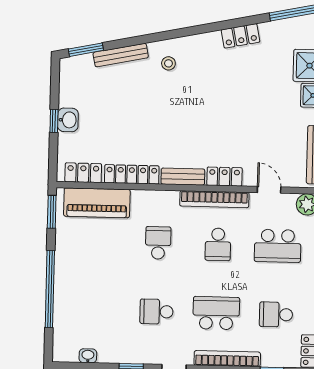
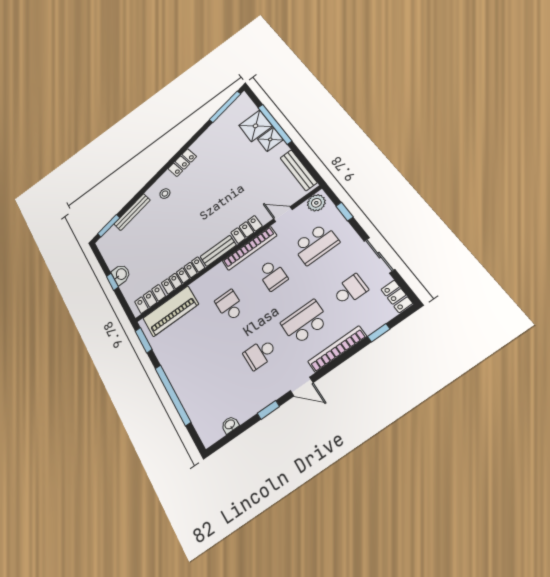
locker: (241, 36) -> (182, 163), moved
school desk: (276, 314) -> (350, 290), turned 180

